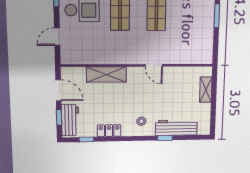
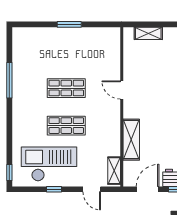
shelving: (76, 58) -> (114, 171), added
door: (154, 65) -> (122, 90), swing flipped

